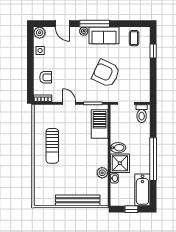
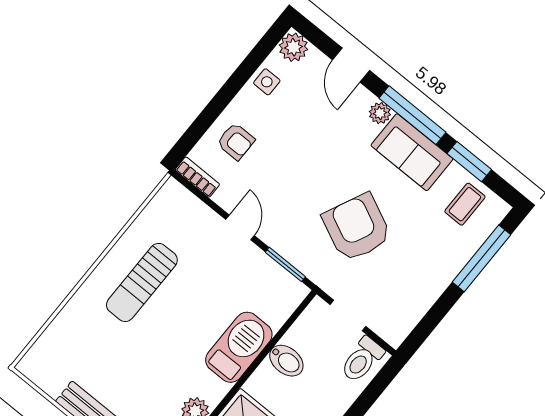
window: (124, 24) -> (469, 162), added
window: (153, 51) -> (481, 258), width x2.17
barbecue: (100, 124) -> (239, 347), moved
bidet: (118, 148) -> (286, 361), moved

